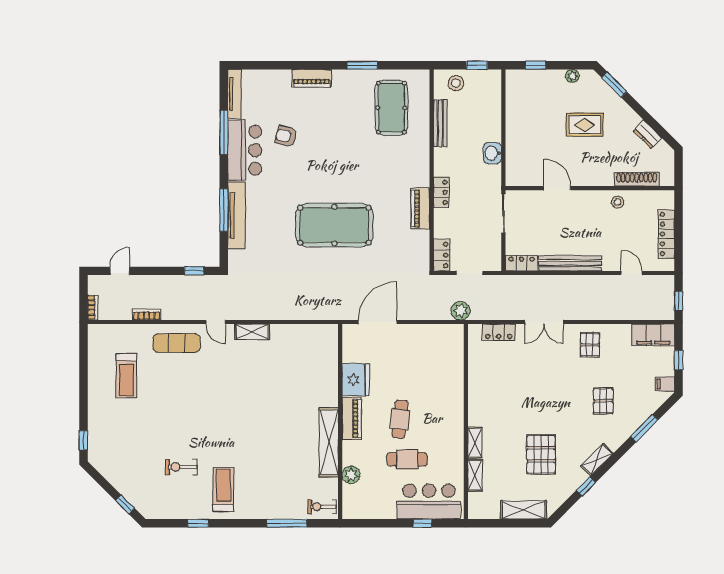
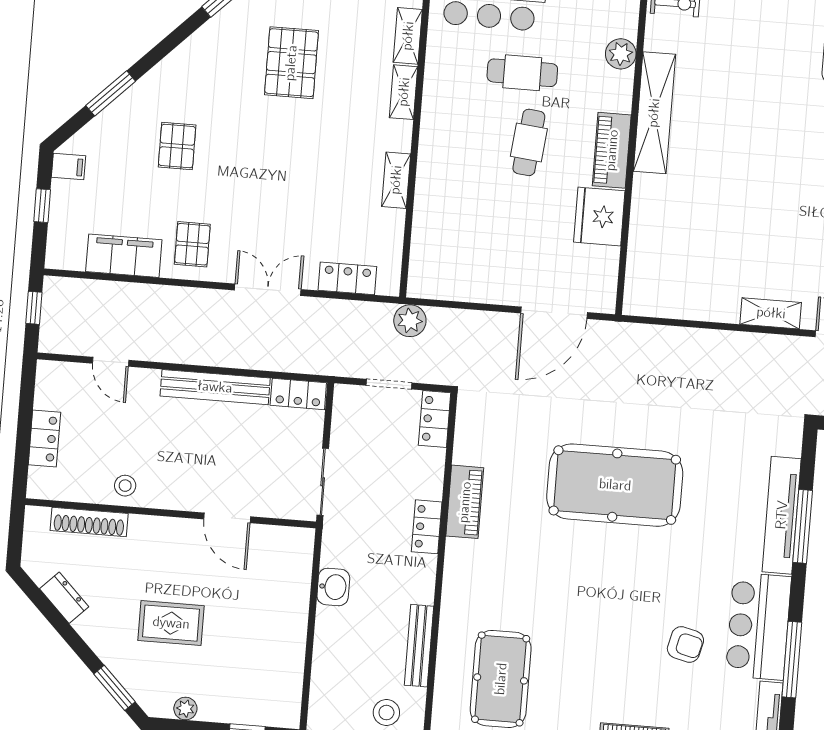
locker: (666, 234) -> (44, 438), width x0.66
filing cabinet: (653, 335) -> (124, 256), moved
shelving: (597, 460) -> (396, 180), moved, turned -45

